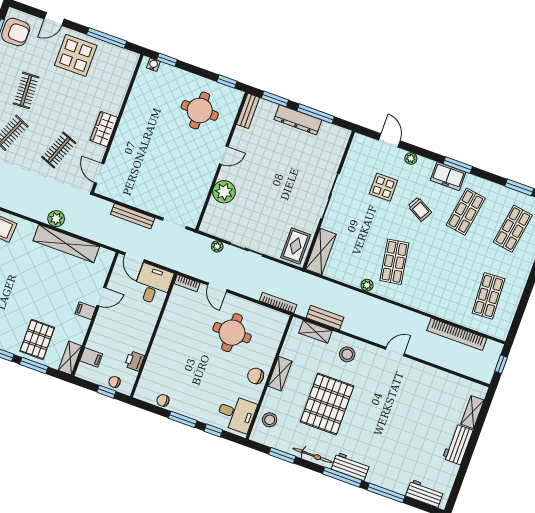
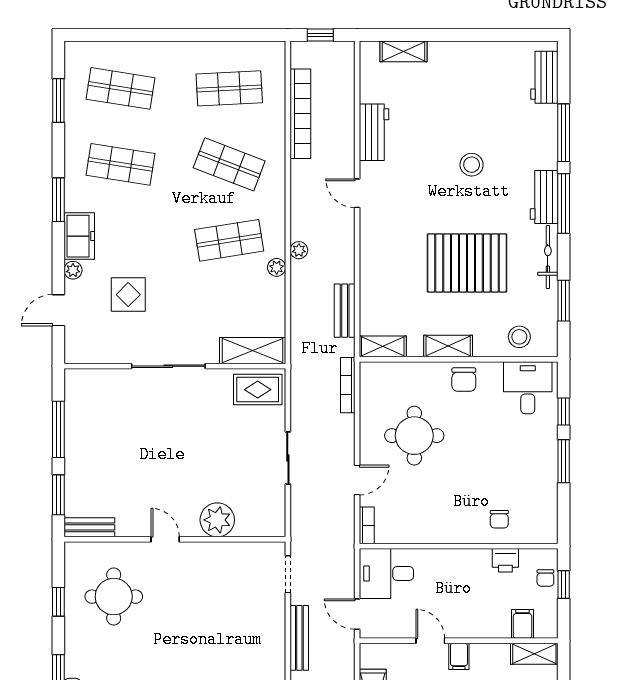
window: (227, 81) -> (58, 602), moved
dresser: (298, 120) -> (76, 452), removed
freezer: (448, 176) -> (79, 236), moved
trolley: (420, 209) -> (141, 231), removed
plant: (217, 246) -> (299, 250), moved
door: (134, 257) -> (357, 614), swing flipped
shop shelf: (441, 279) -> (229, 164), added
shelving: (315, 332) -> (383, 346), moved, turned 90
stool: (347, 354) -> (472, 165), moved
chair: (163, 400) -> (499, 519), moved
workbench: (458, 444) -> (374, 132), moved, turned -90

